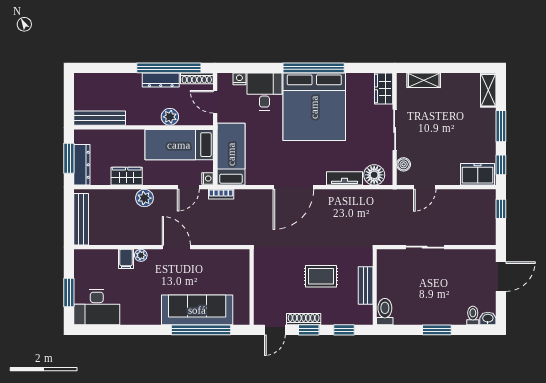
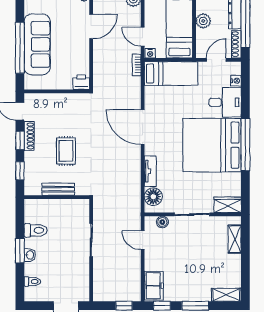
printer: (241, 259) -> (81, 82), added
toilet: (385, 312) -> (36, 230), moved
washbasin: (488, 319) -> (30, 255), moved

